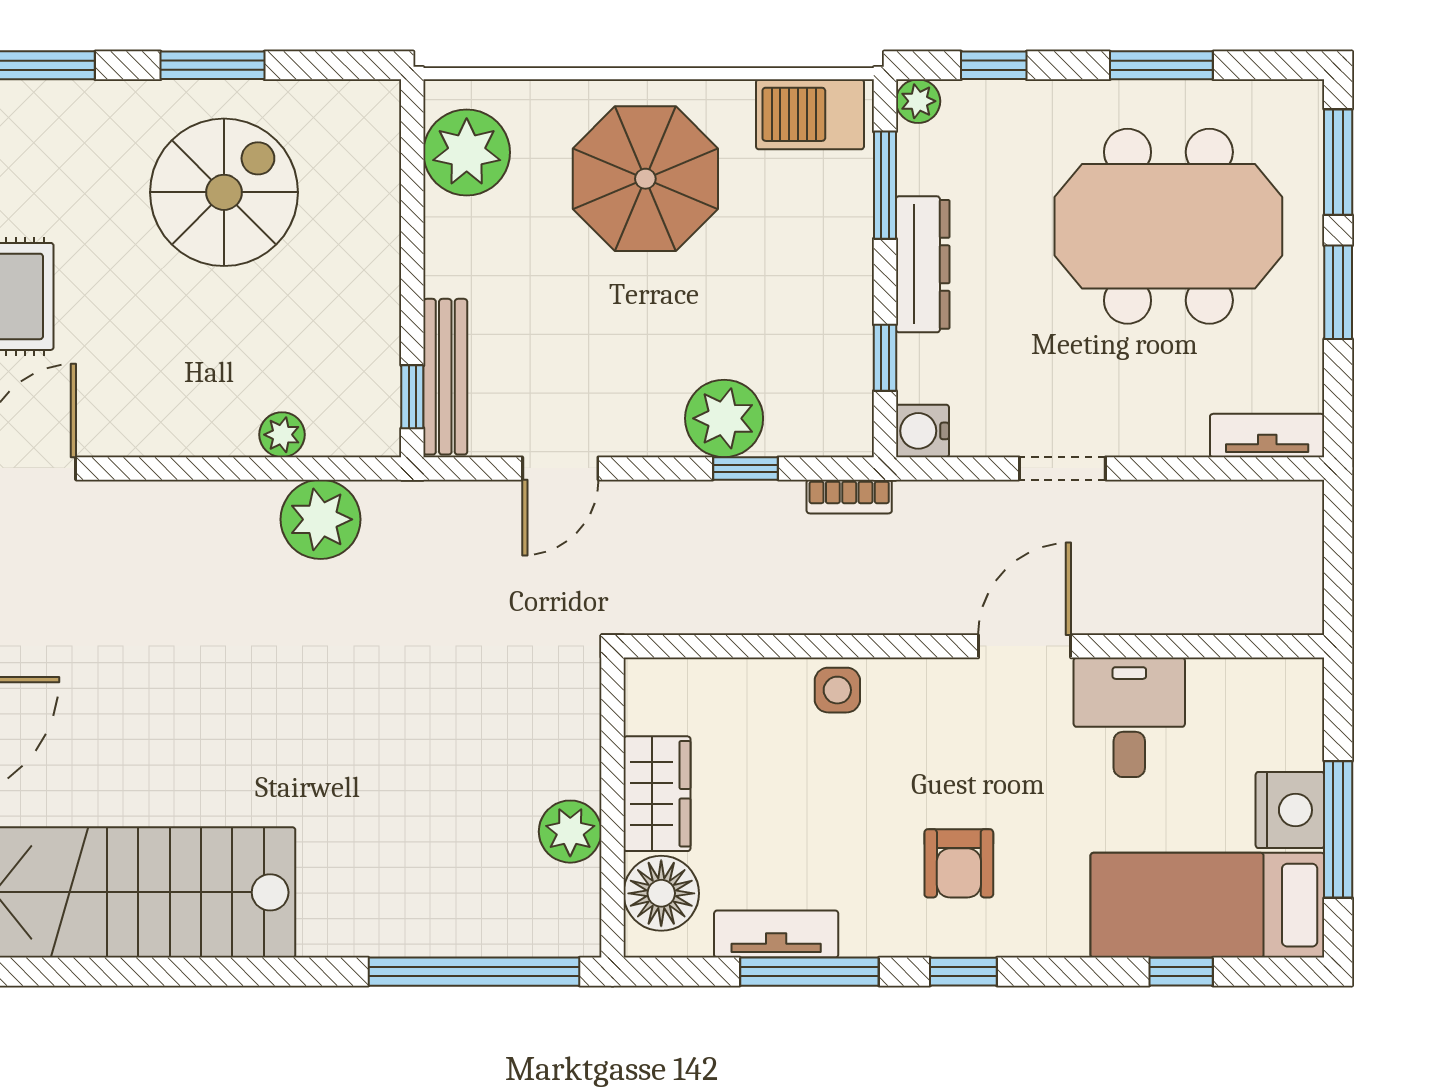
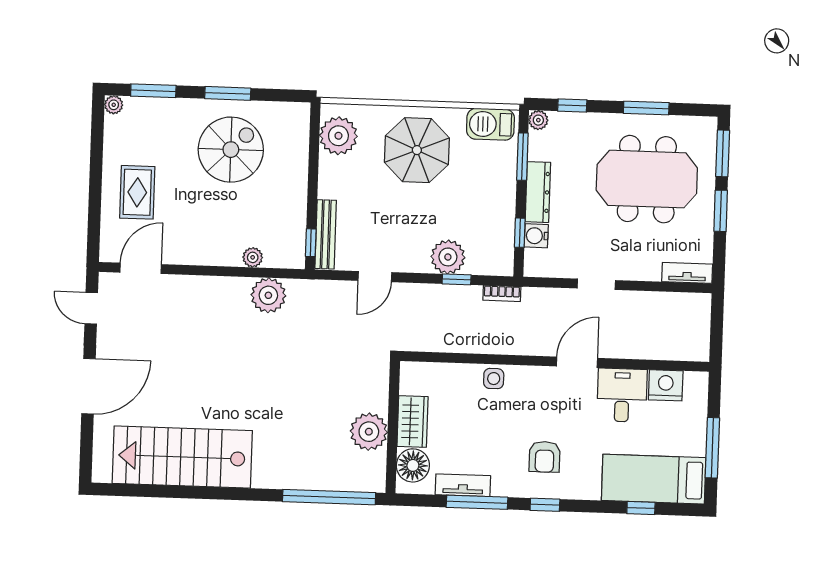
water cooler: (922, 431) -> (536, 236), moved
nightstand: (1290, 810) -> (666, 385), moved, turned -90
plant: (570, 832) -> (369, 432), width x1.36, depth x1.36

